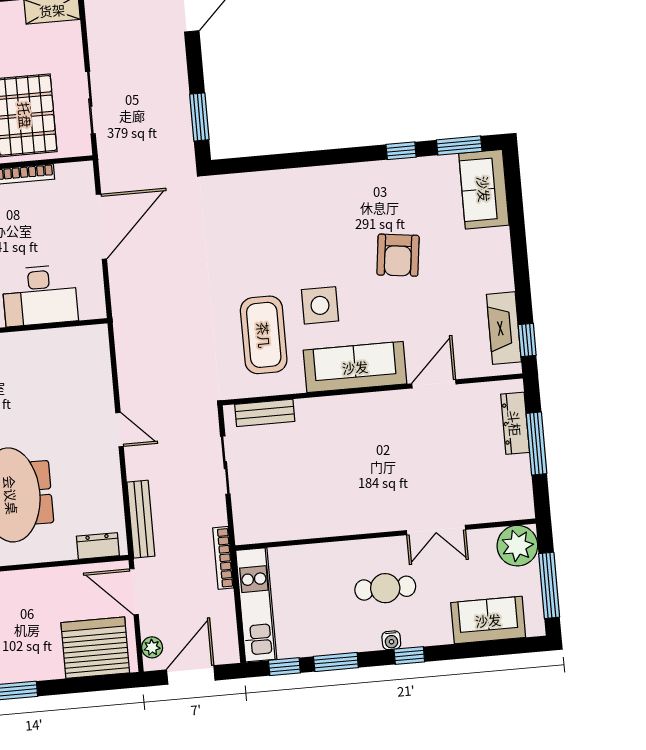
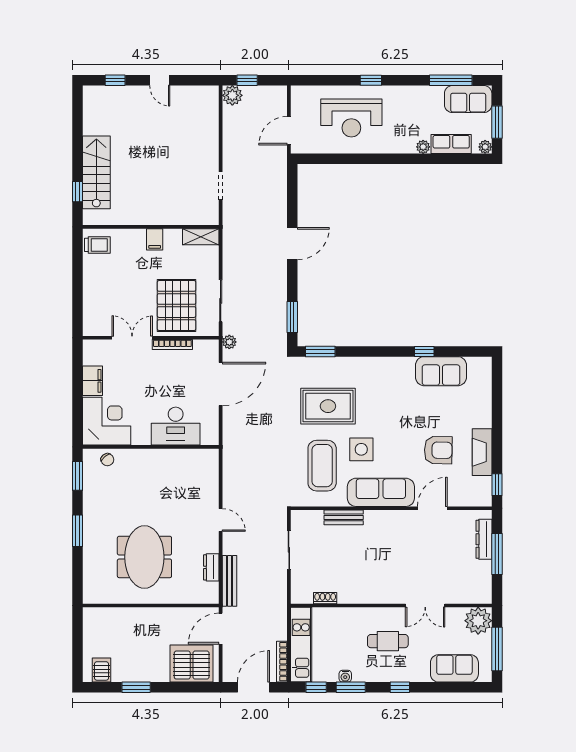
window: (459, 146) -> (320, 351), moved
sofa: (484, 189) -> (441, 371), moved, turned -90
rug: (265, 245) -> (328, 406), added
armchair: (398, 255) -> (438, 450), moved, turned -96
fireplace: (504, 328) -> (482, 452), moved
bench: (265, 413) -> (344, 517), moved
shoe rack: (286, 532) -> (325, 598), added
dresser: (98, 546) -> (211, 567), moved, turned -90
bookcase: (223, 558) -> (282, 662), moved
door: (134, 592) -> (221, 629), hinge flipped
water cooler: (391, 640) -> (345, 676), moved
plant: (152, 647) -> (229, 342), moved

